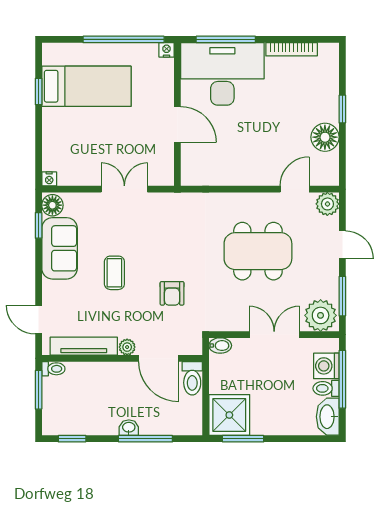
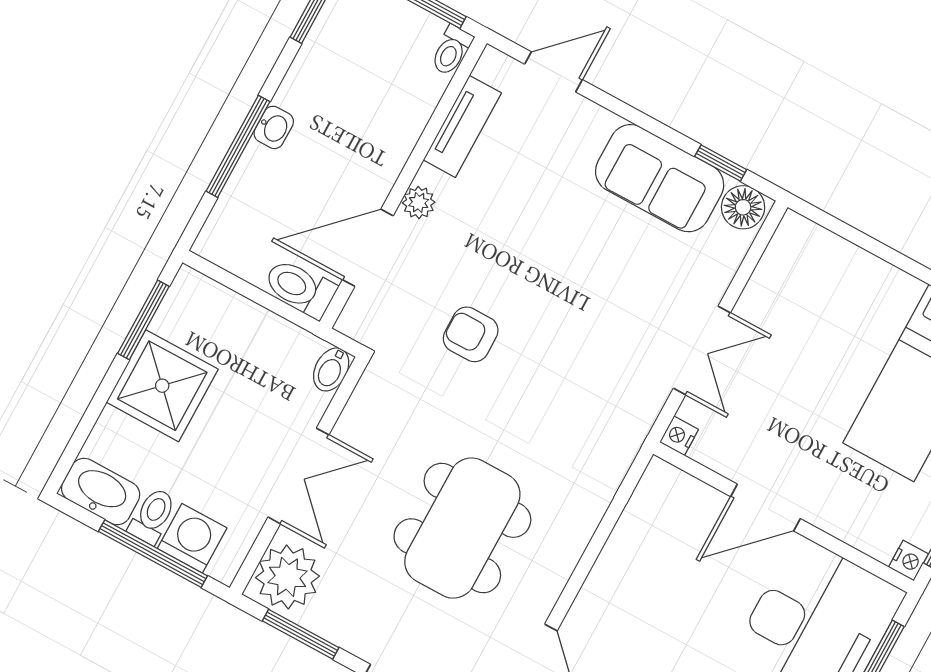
nightstand: (49, 179) -> (679, 436), moved
coffee table: (114, 273) -> (563, 252), removed
tv unit: (84, 346) -> (462, 126), width x0.71
shower: (229, 415) -> (162, 386), moved

